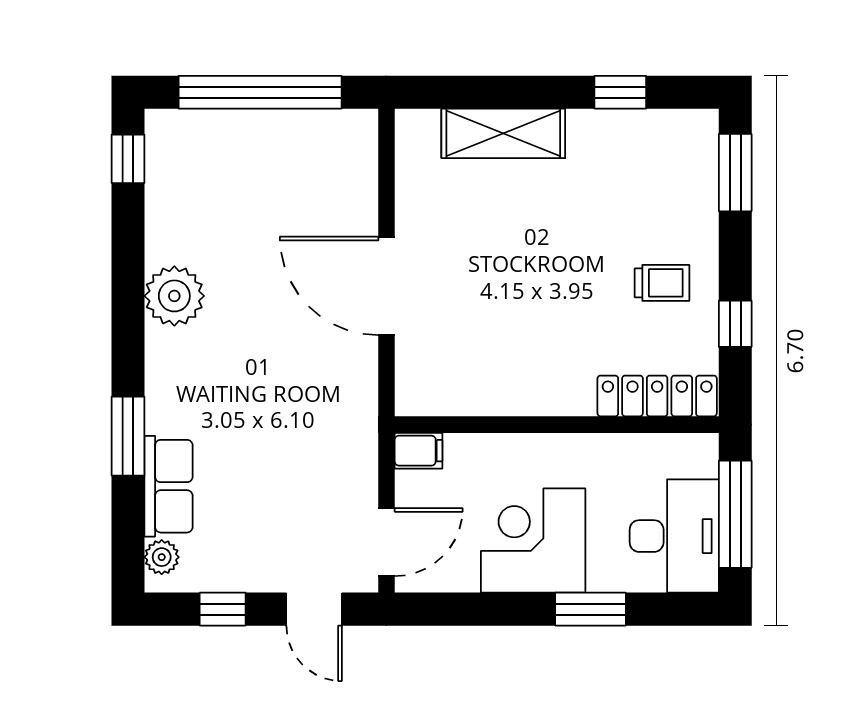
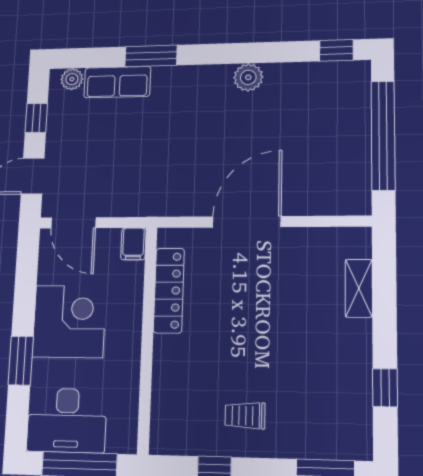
shelving: (503, 133) -> (359, 288), width x0.67, depth x0.75
trolley: (662, 283) -> (245, 416), turned 90
plant: (174, 296) -> (248, 77), width x0.73, depth x0.73
locker: (657, 396) -> (169, 290), moved

